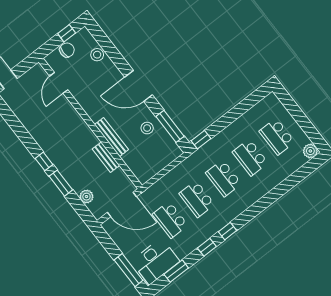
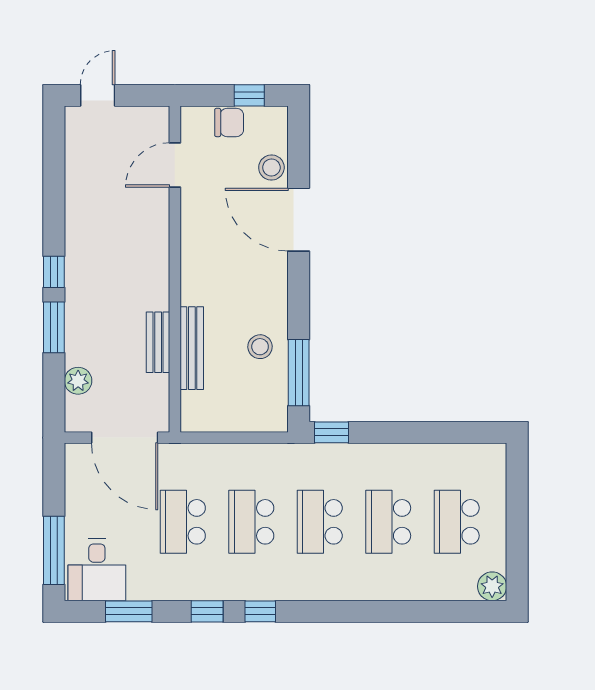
door: (139, 86) -> (299, 220), moved
bench: (111, 137) -> (192, 348), moved
desk: (155, 261) -> (97, 570), width x0.73

